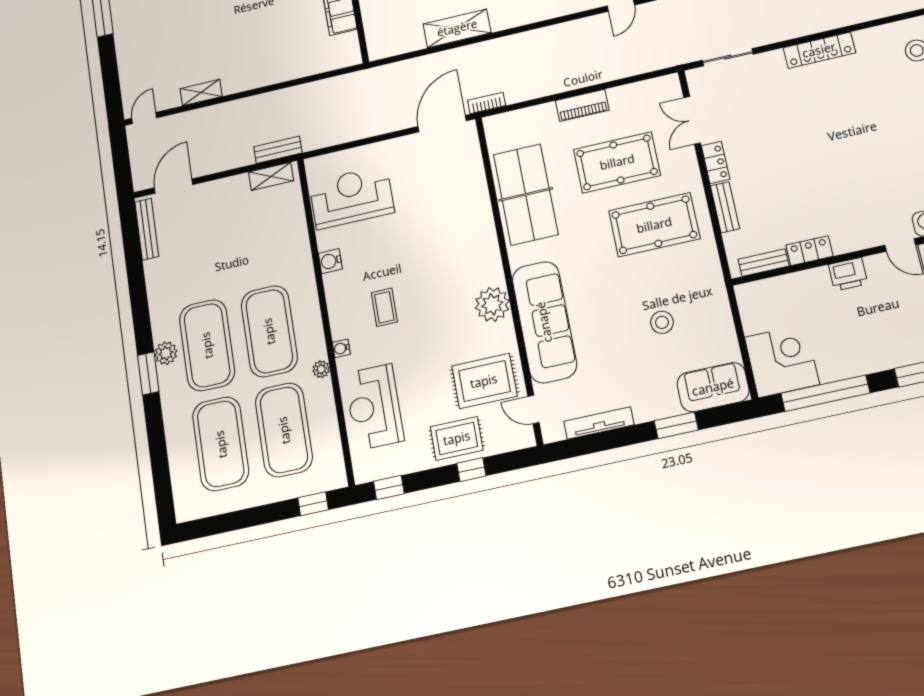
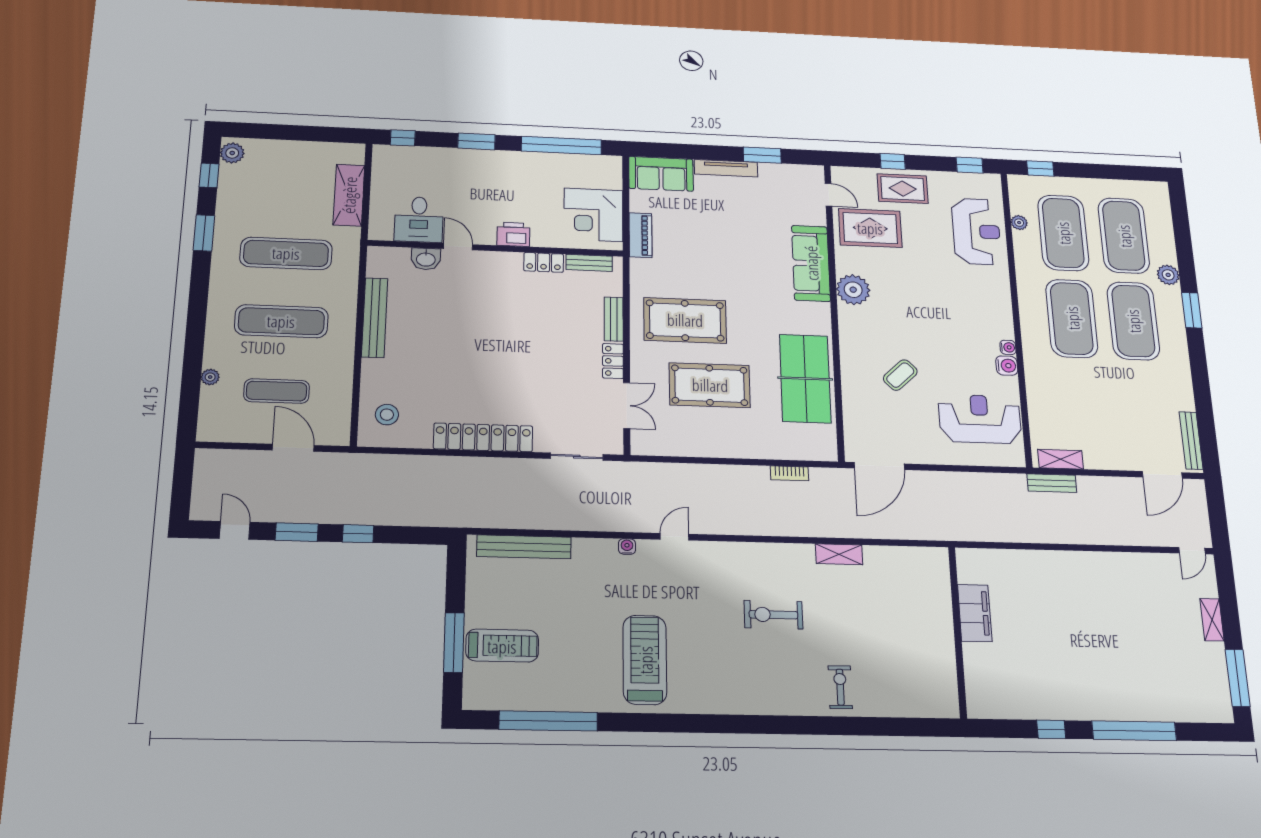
shelving: (457, 28) -> (839, 554), width x0.67, depth x0.75
locker: (819, 50) -> (483, 437), width x1.41, depth x1.21
shelving: (201, 93) -> (1212, 620), moved, turned 90
bookcase: (487, 103) -> (789, 473), moved
piano: (582, 105) -> (640, 235), moved, turned 90
reception desk: (352, 197) -> (980, 419), turned 180
coffee table: (384, 307) -> (900, 375), moved, turned 46
sofa: (544, 322) -> (811, 263), width x0.74, depth x0.79
stool: (662, 322) -> (696, 236), removed
water cooler: (341, 348) -> (1008, 347), moved
plant: (166, 353) -> (1168, 275), moved
corner desk: (782, 361) -> (593, 215), moved
plant: (321, 369) -> (1019, 223), moved
tv unit: (599, 423) -> (726, 168), moved
window: (676, 425) -> (762, 155), moved

